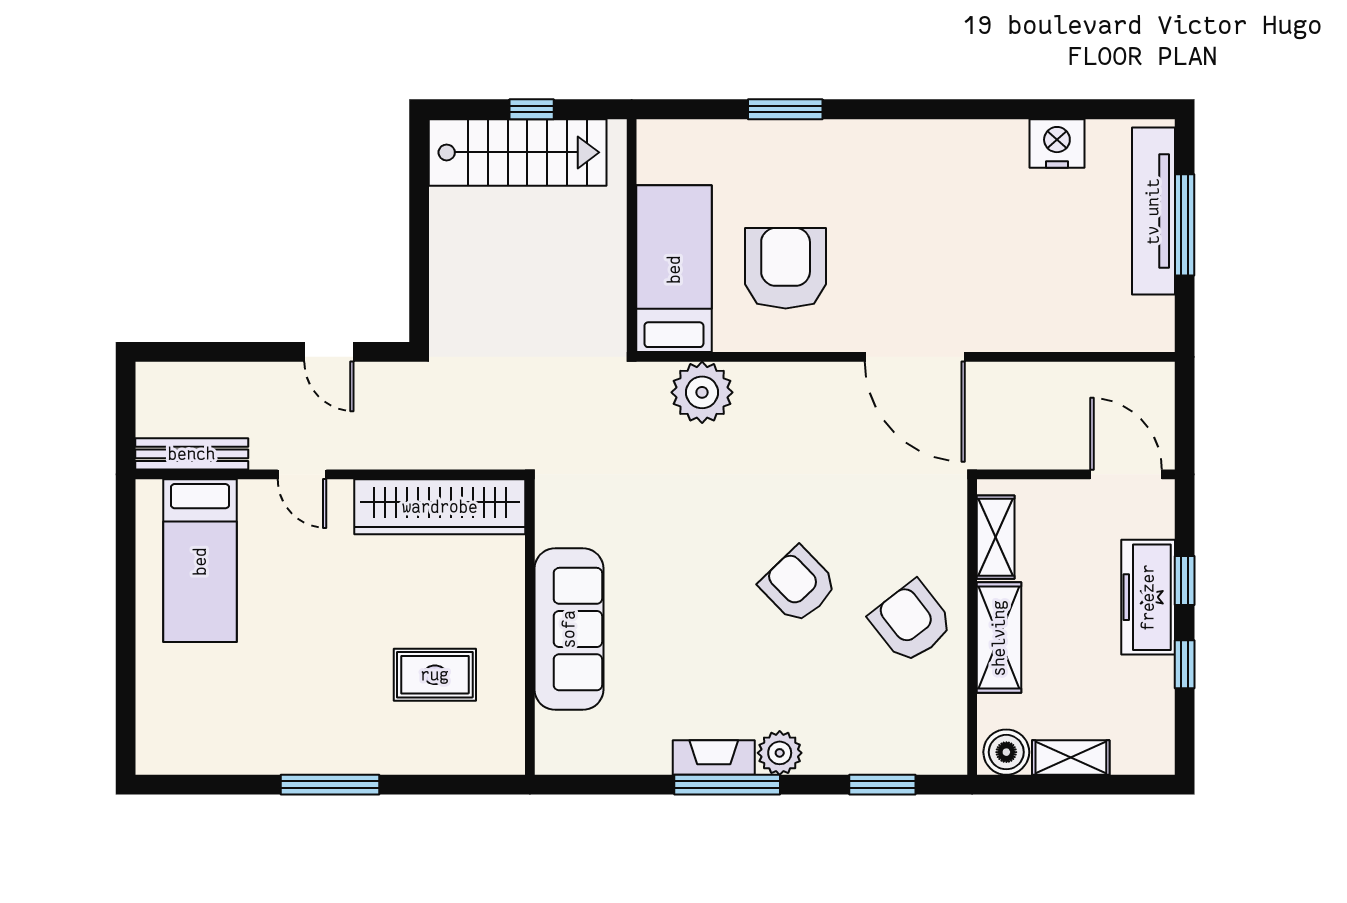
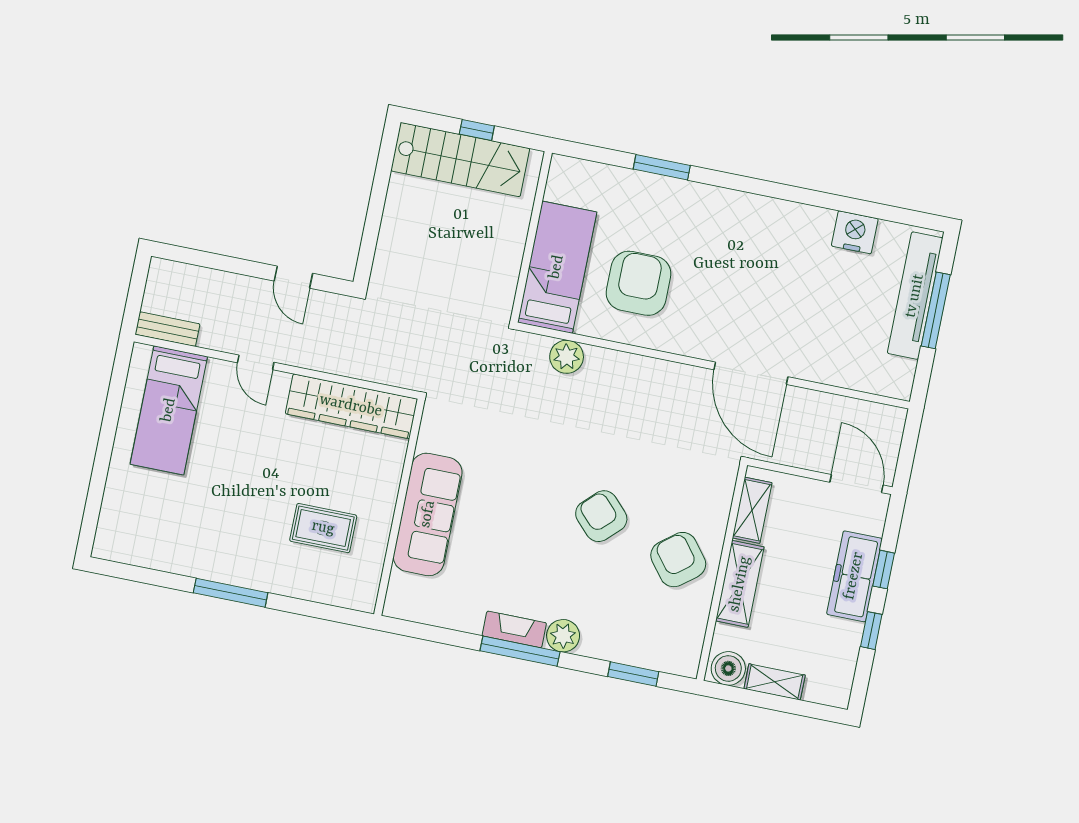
door: (915, 357) -> (751, 373), moved
plant: (702, 392) -> (567, 357), width x0.73, depth x0.73
bench: (192, 454) -> (167, 329), width x0.73

